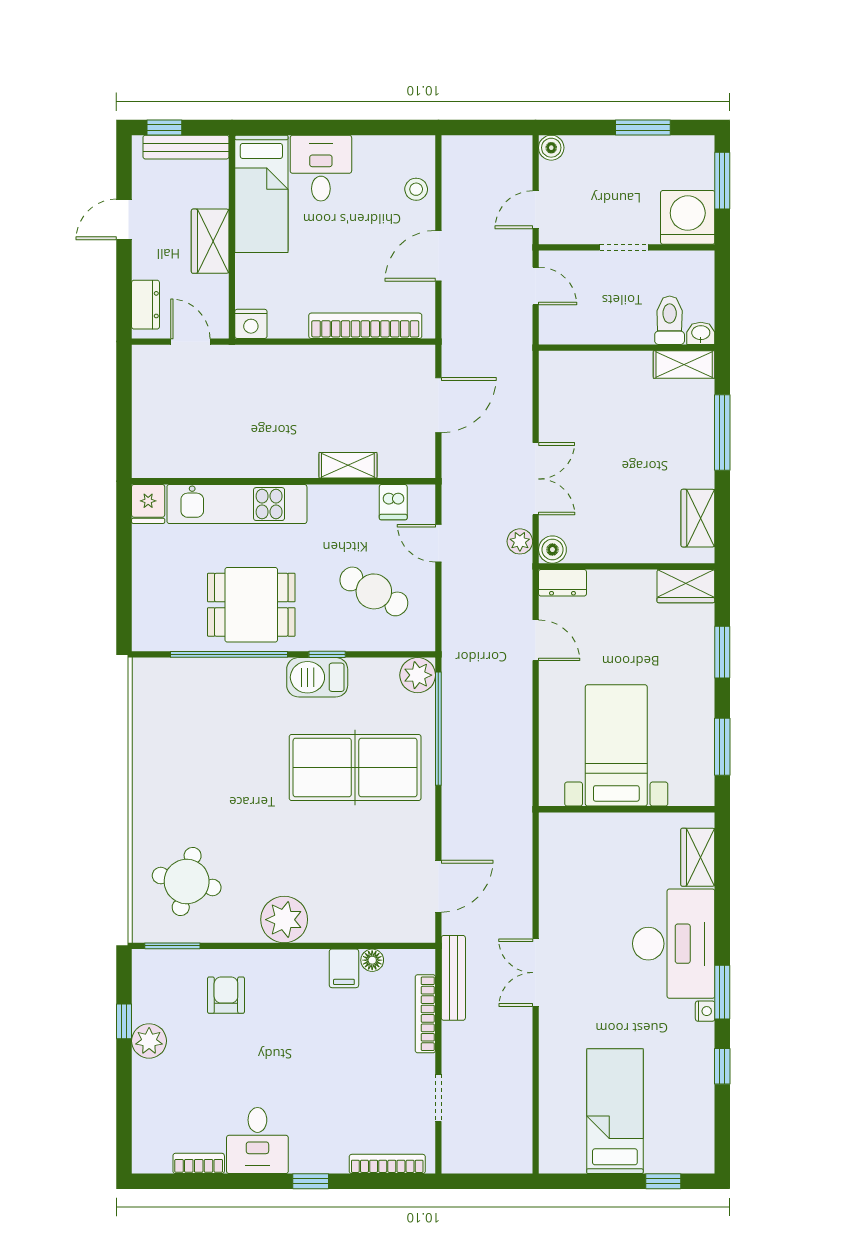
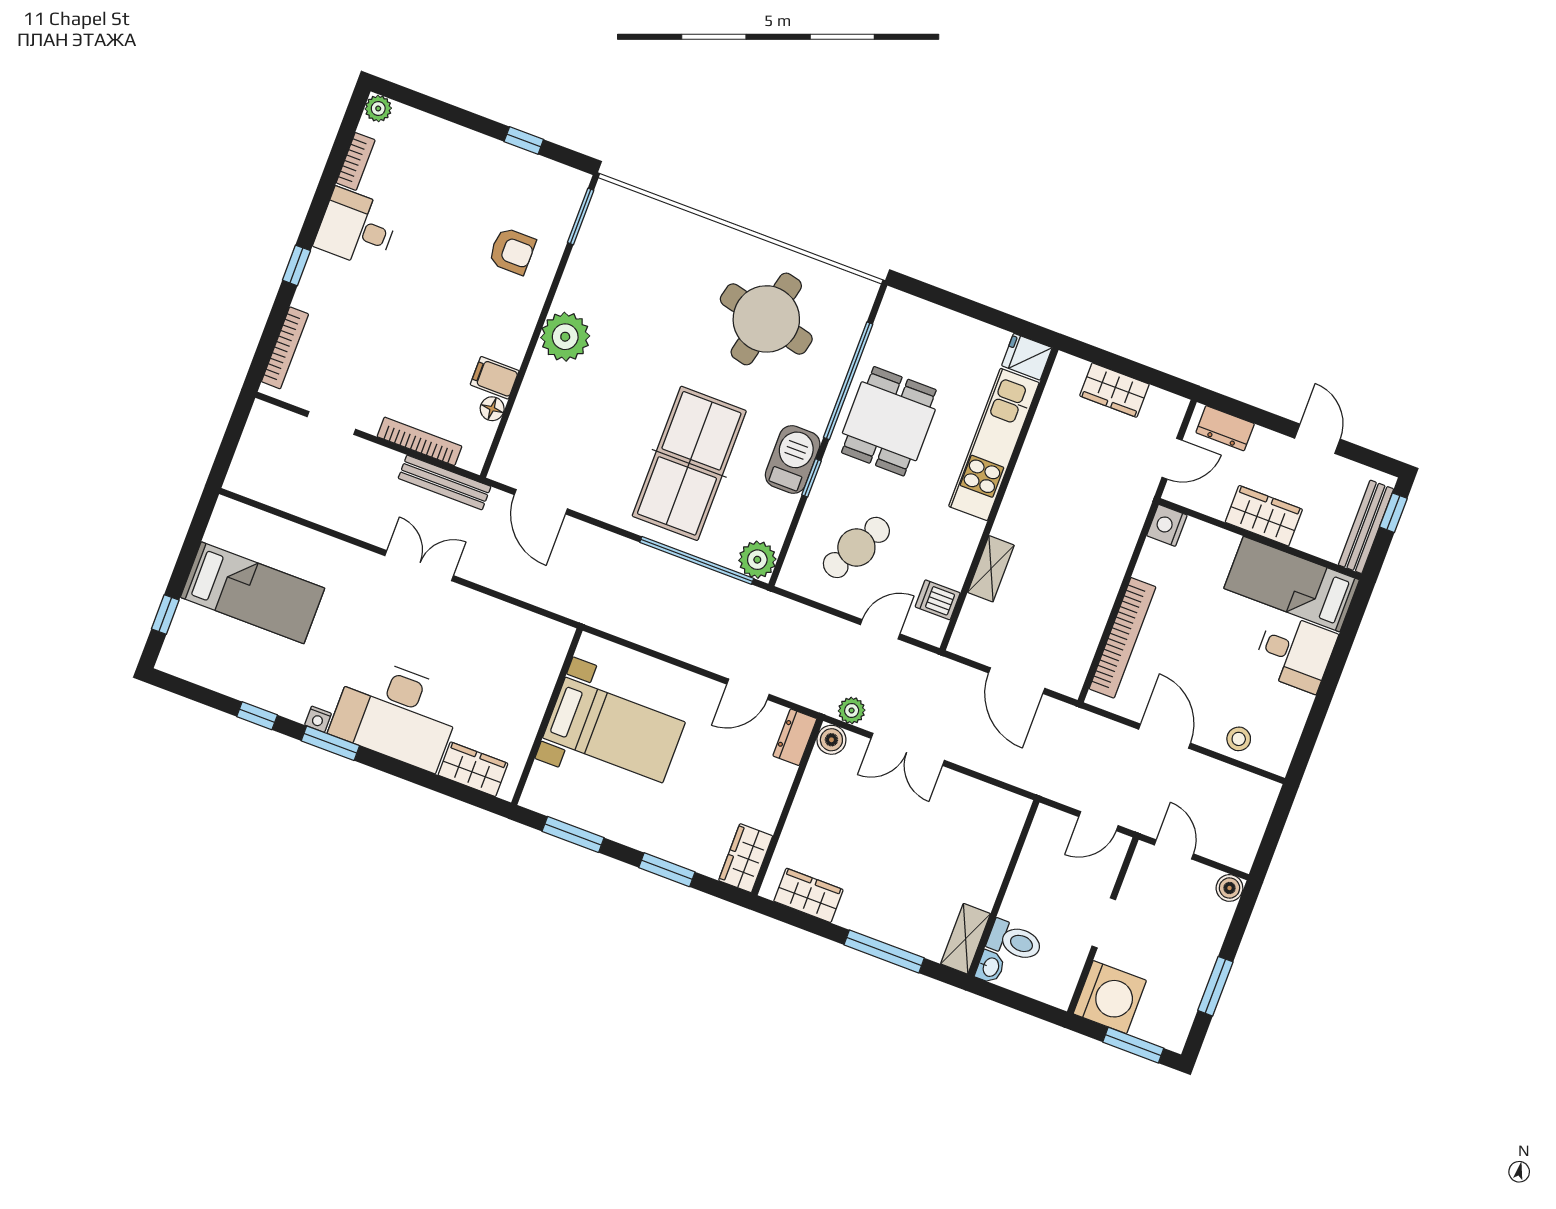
wardrobe: (149, 415) -> (1114, 390), added
round table: (187, 882) -> (766, 319), moved, width x1.36, depth x1.36
plant: (149, 1041) -> (378, 108), moved, width x0.73, depth x0.73

